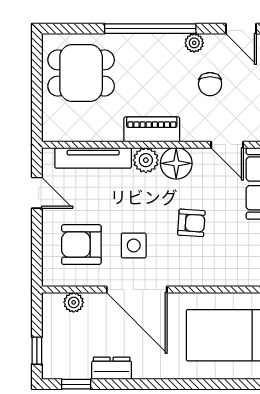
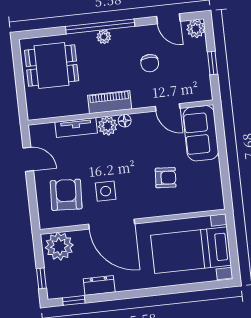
plant: (194, 43) -> (104, 37), moved
tv unit: (93, 158) -> (76, 128), width x0.71
floor lamp: (176, 163) -> (125, 121), width x0.53, depth x0.53
armchair: (191, 223) -> (166, 178), moved
armchair: (81, 245) -> (66, 195), turned 93
plant: (74, 302) -> (59, 246), width x1.88, depth x1.88

